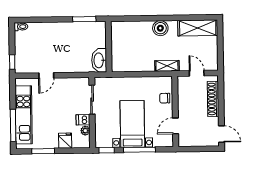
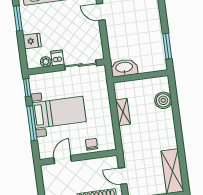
boiler: (160, 28) -> (163, 100), moved
shelving: (167, 66) -> (123, 112), moved
door: (197, 73) -> (123, 176), swing flipped
door: (175, 126) -> (63, 160), hinge flipped

